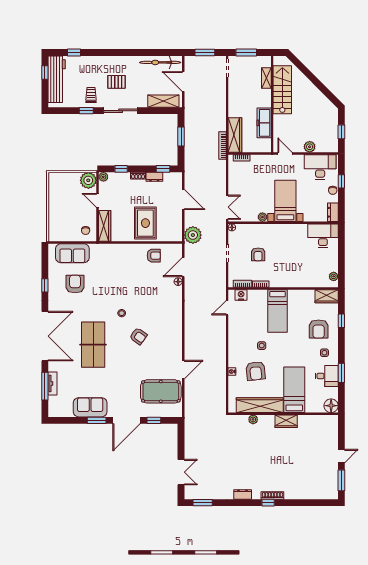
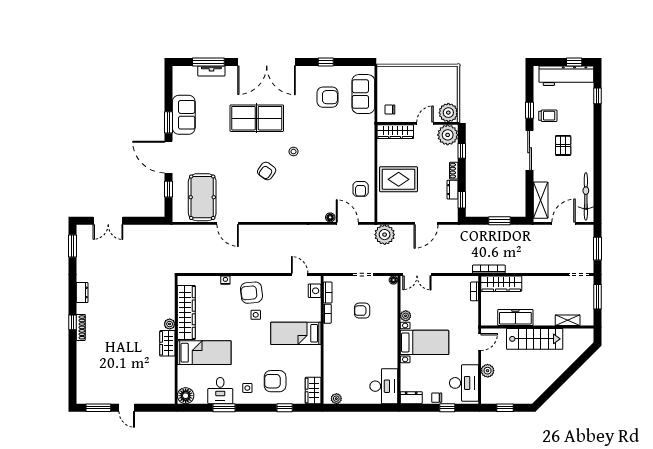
stairs: (282, 90) -> (535, 339), moved
plant: (103, 177) -> (448, 135), width x1.88, depth x1.88
armchair: (256, 371) -> (251, 293), moved
plant: (253, 419) -> (170, 324), moved

